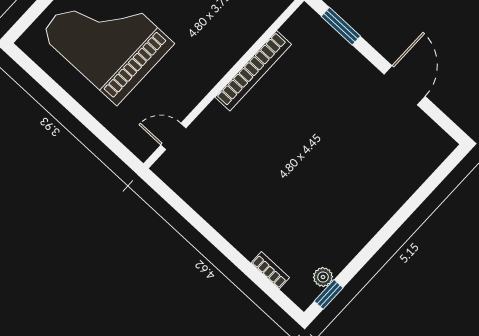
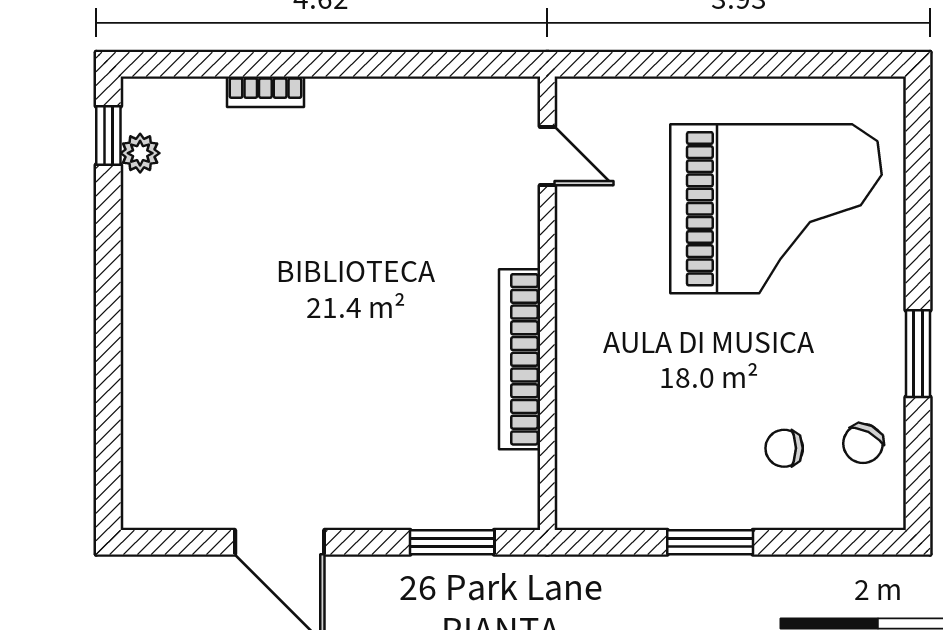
door: (173, 136) -> (547, 156), hinge flipped
bookcase: (270, 270) -> (265, 92), moved

